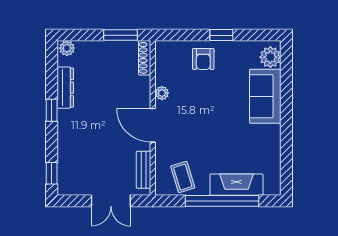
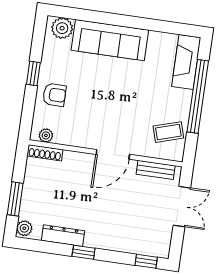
window: (121, 35) -> (15, 199), moved
plant: (162, 93) -> (46, 135), moved
sofa: (265, 96) -> (110, 40), width x1.36
fireplace: (236, 185) -> (186, 62), moved

